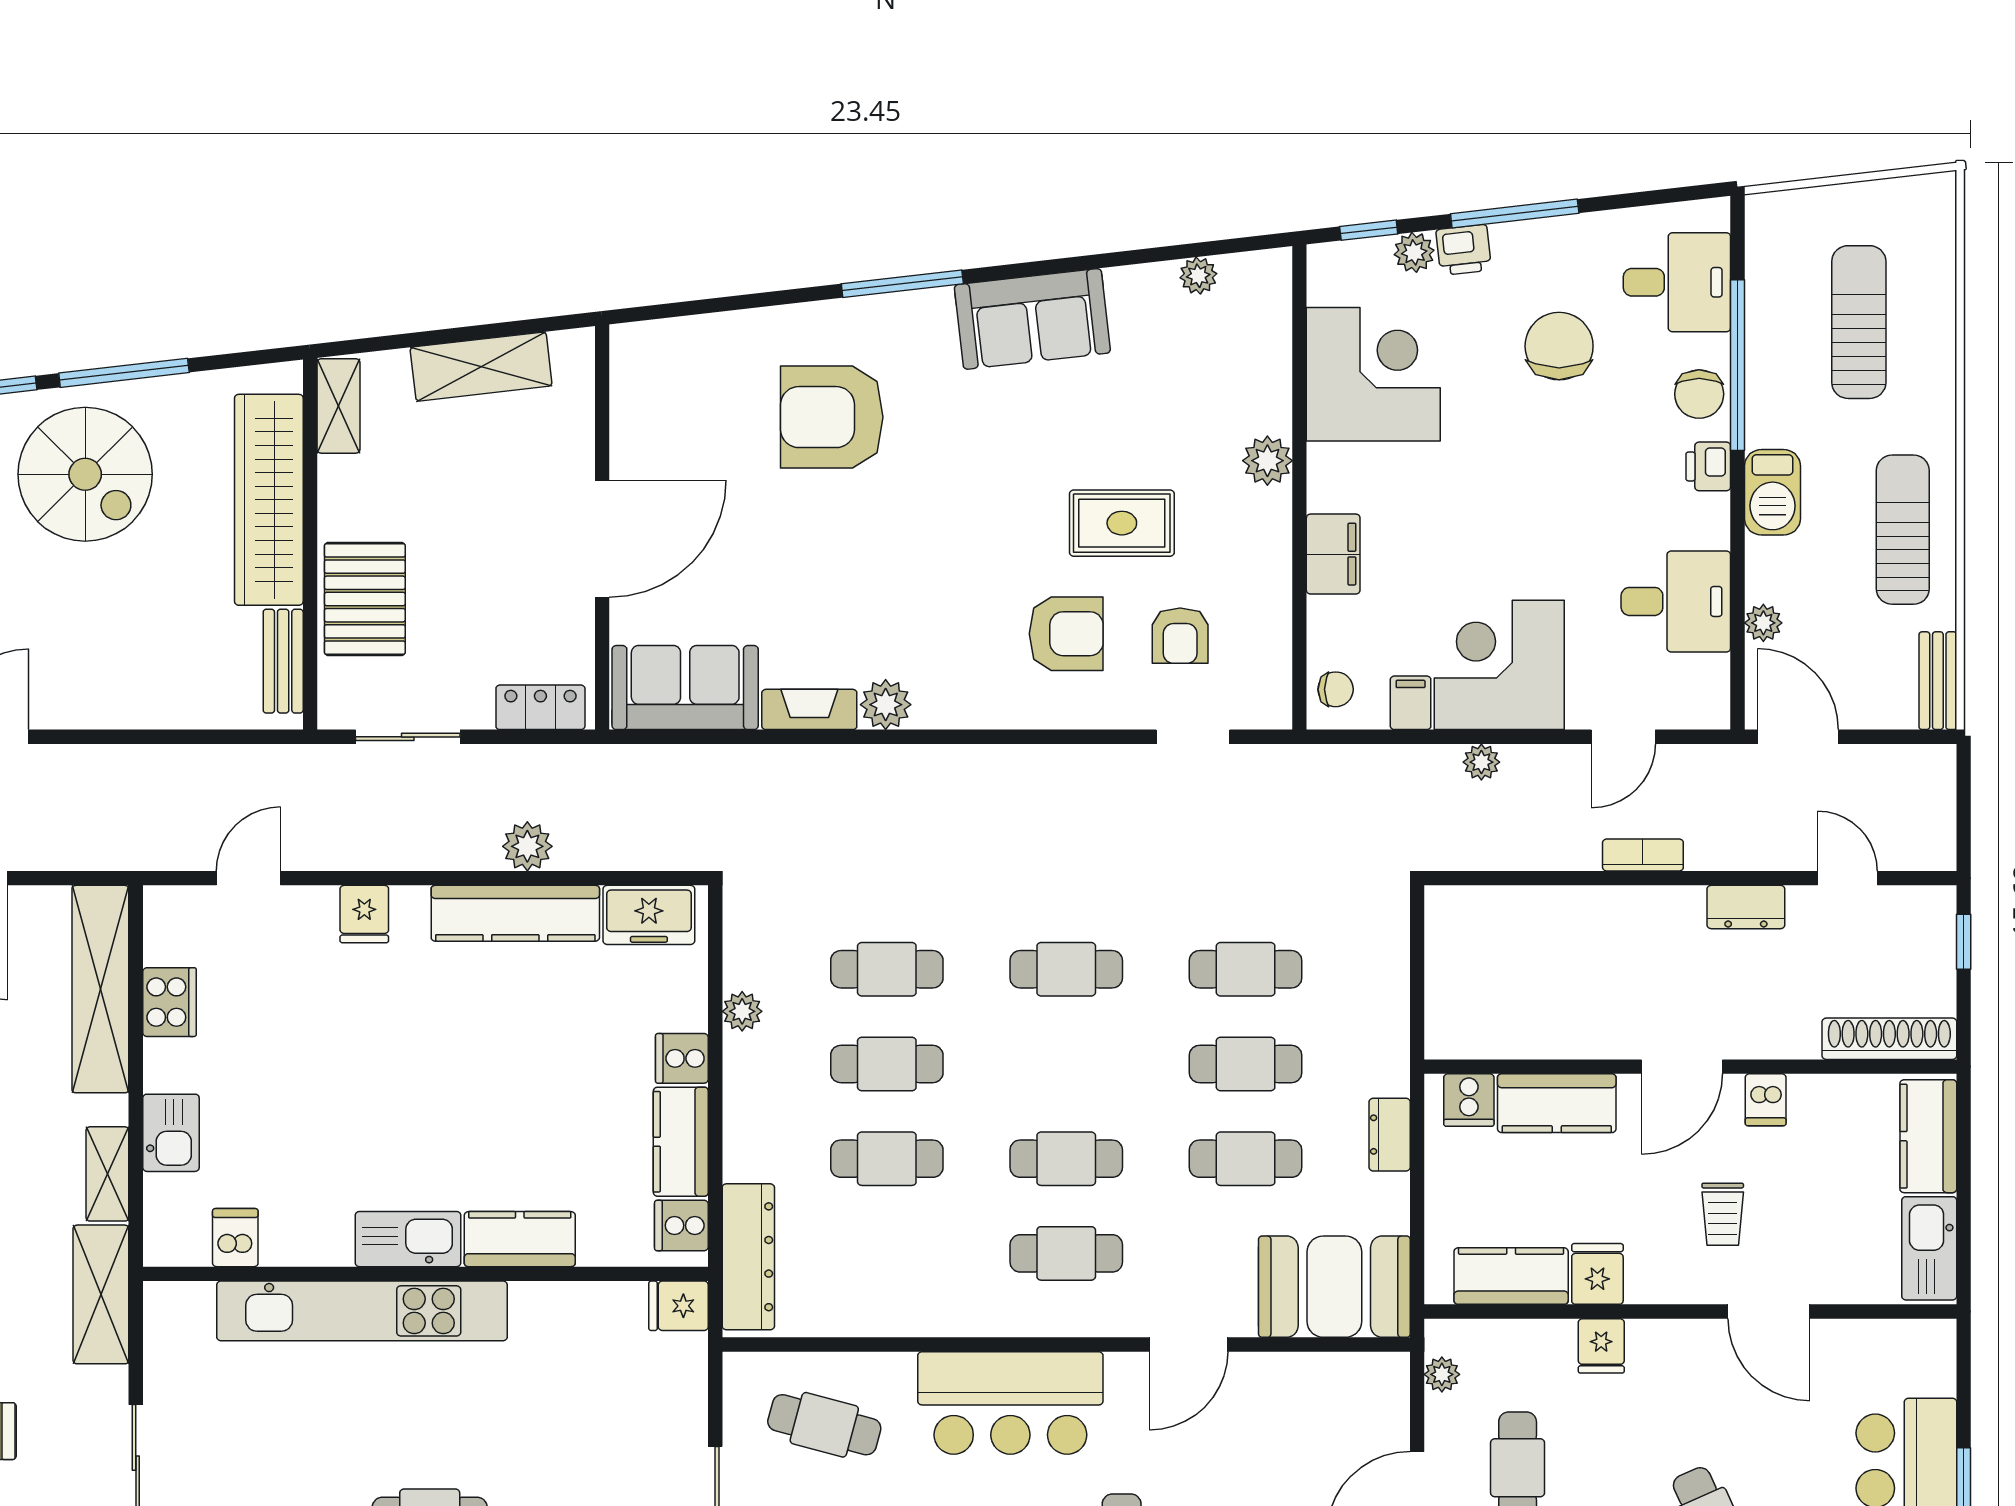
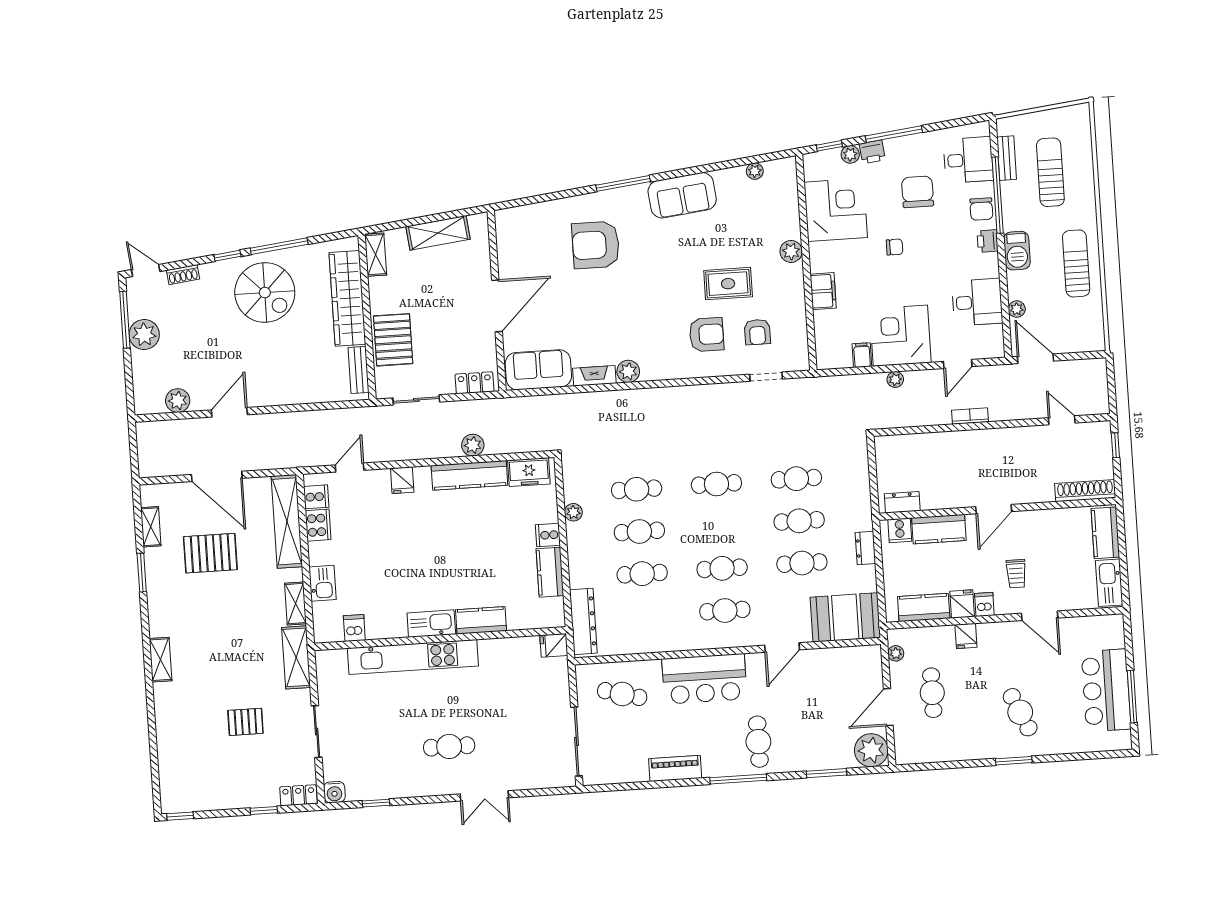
bench: (1938, 681) -> (1007, 158), moved
chair: (1336, 689) -> (894, 247), moved
dresser: (1746, 907) -> (902, 502), moved, turned 180
dishwasher: (1766, 1100) -> (984, 604), moved, turned 180
cooker: (681, 1225) -> (316, 497), moved, turned 180

